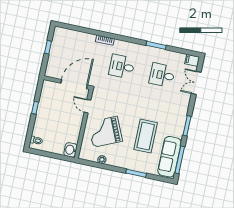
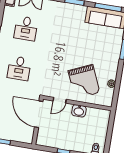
coffee table: (146, 136) -> (86, 42), removed
washbasin: (70, 150) -> (79, 111), moved

